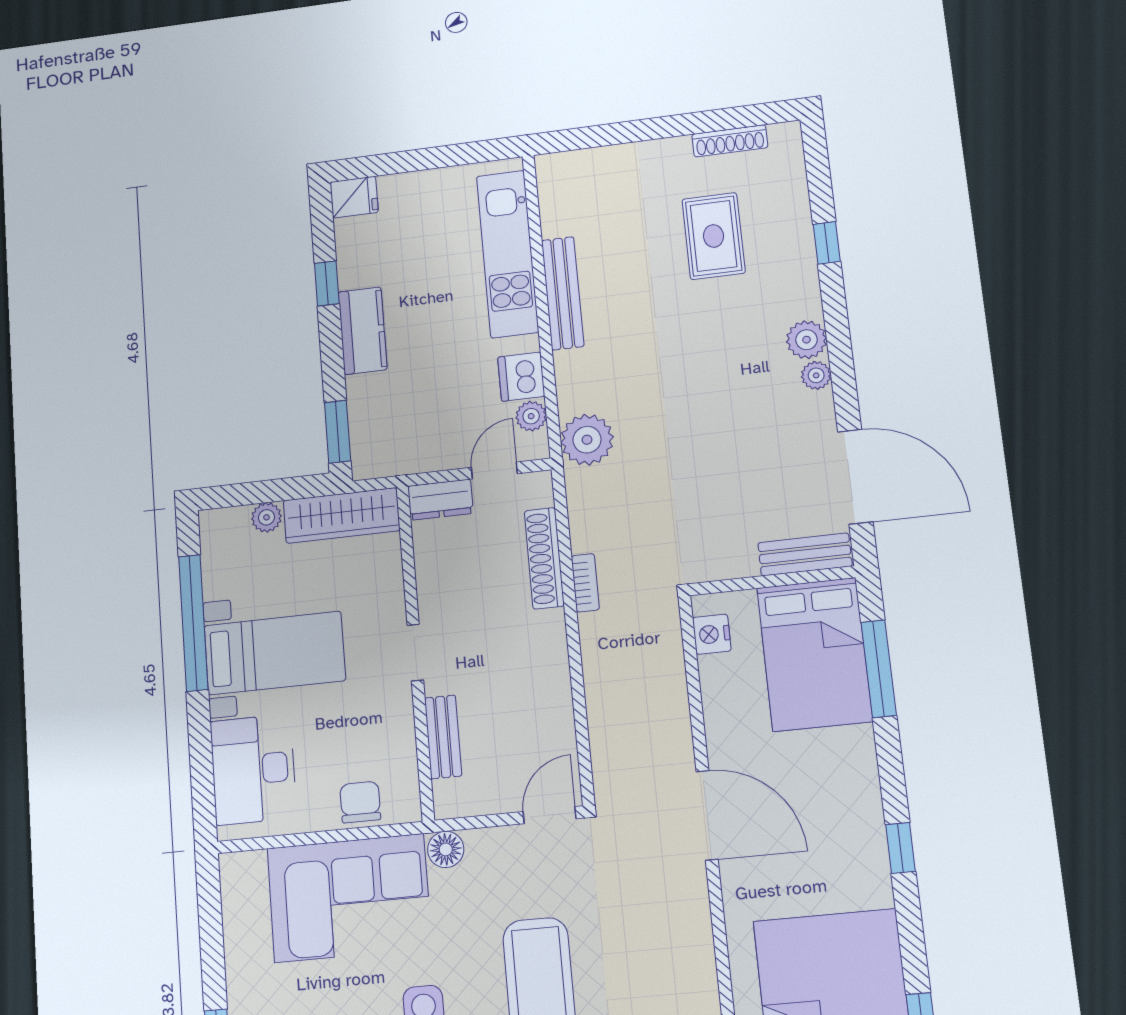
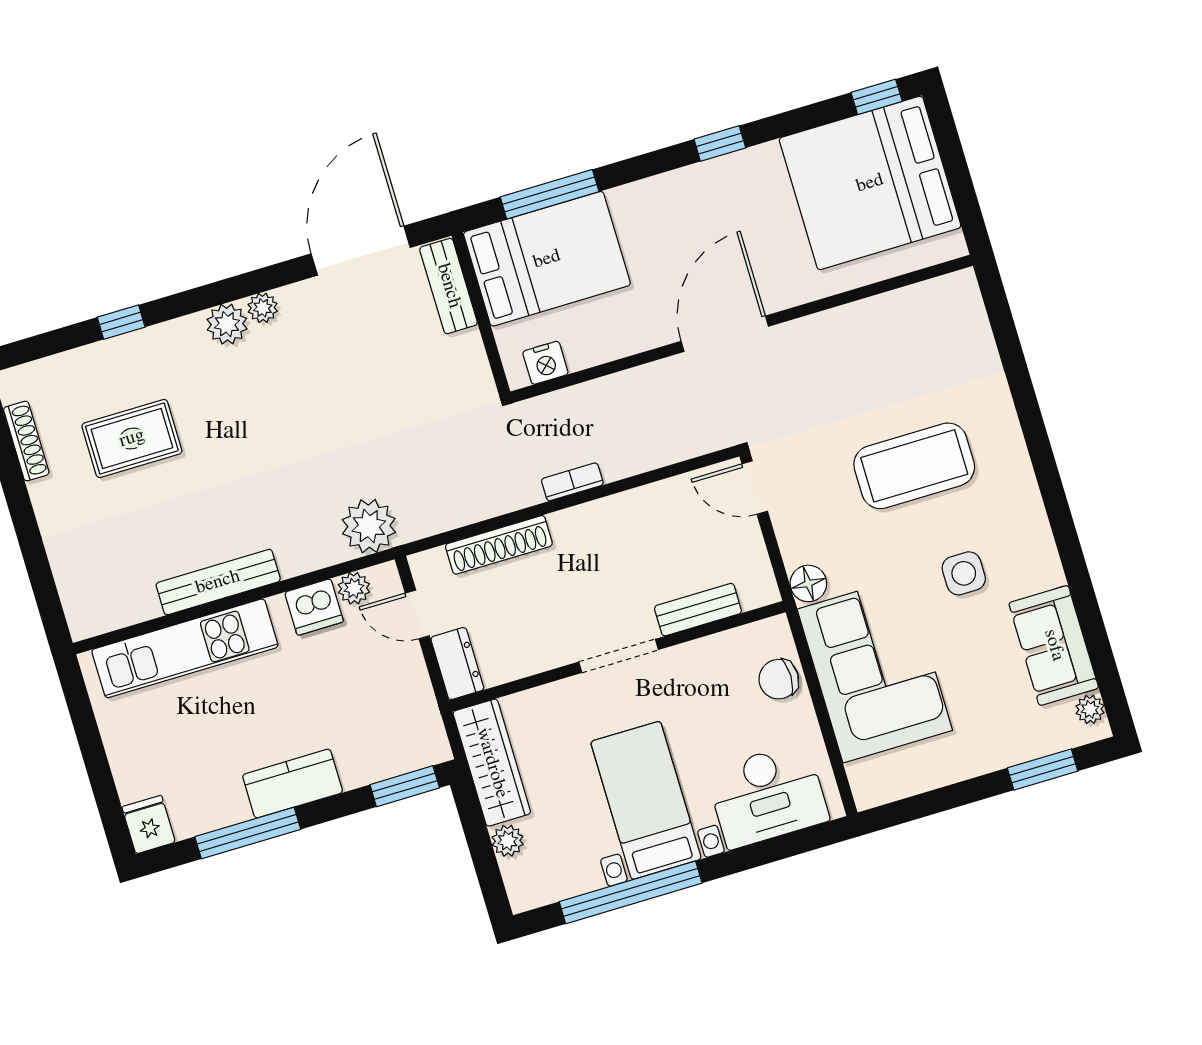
window: (327, 283) -> (248, 833), width x2.17
bookcase: (585, 583) -> (572, 482), moved
doorway: (415, 653) -> (619, 656), width x1.38

